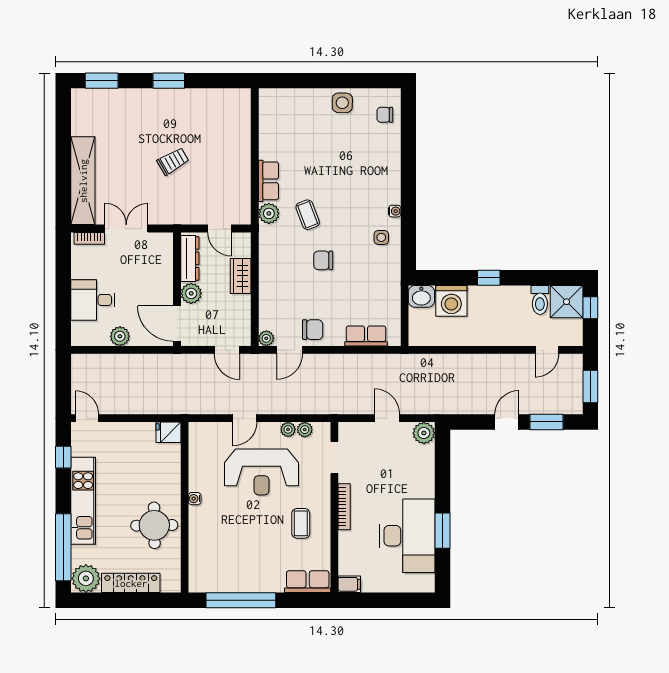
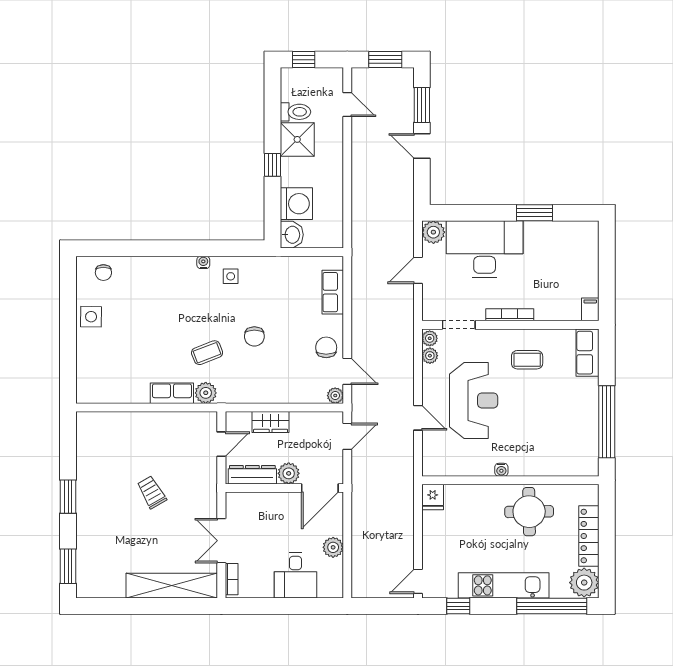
shower: (567, 302) -> (297, 139), moved
plant: (288, 429) -> (430, 338), moved
desk: (407, 536) -> (485, 249), moved

